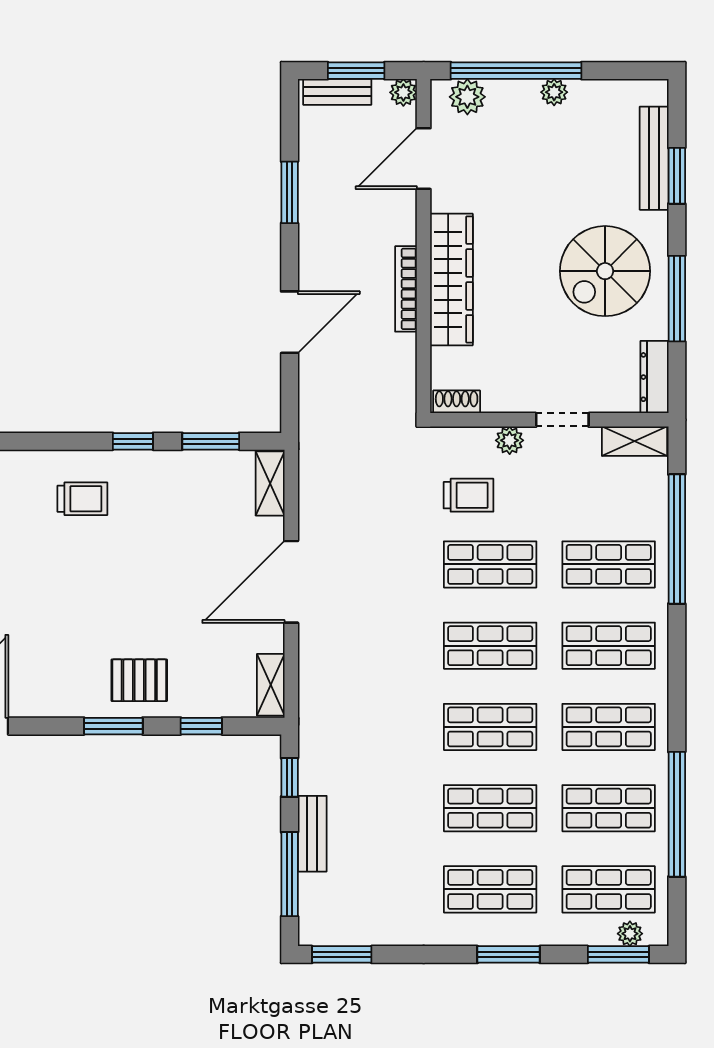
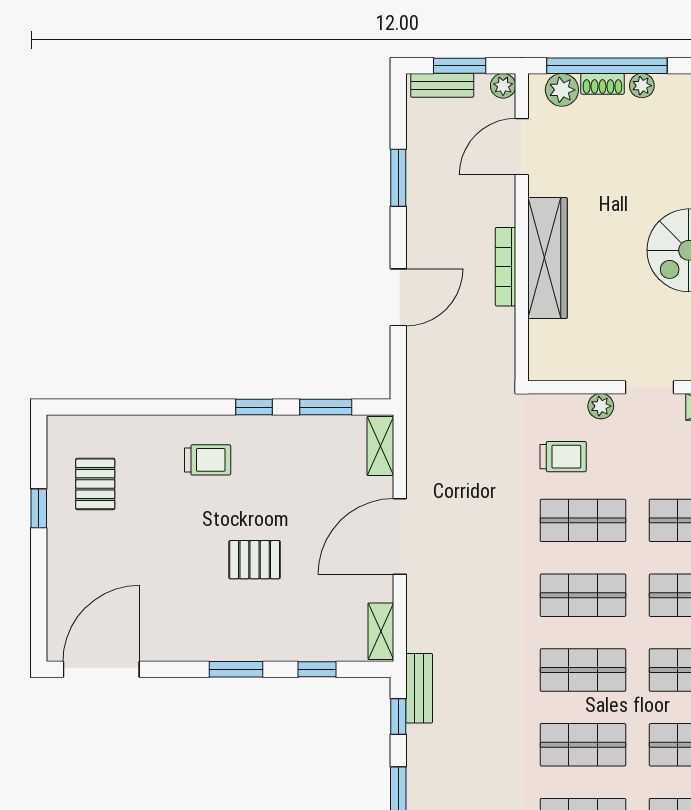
shoe rack: (457, 402) -> (602, 84), moved, turned 180
pallet: (139, 680) -> (255, 560), moved
bench: (312, 834) -> (419, 688), moved

